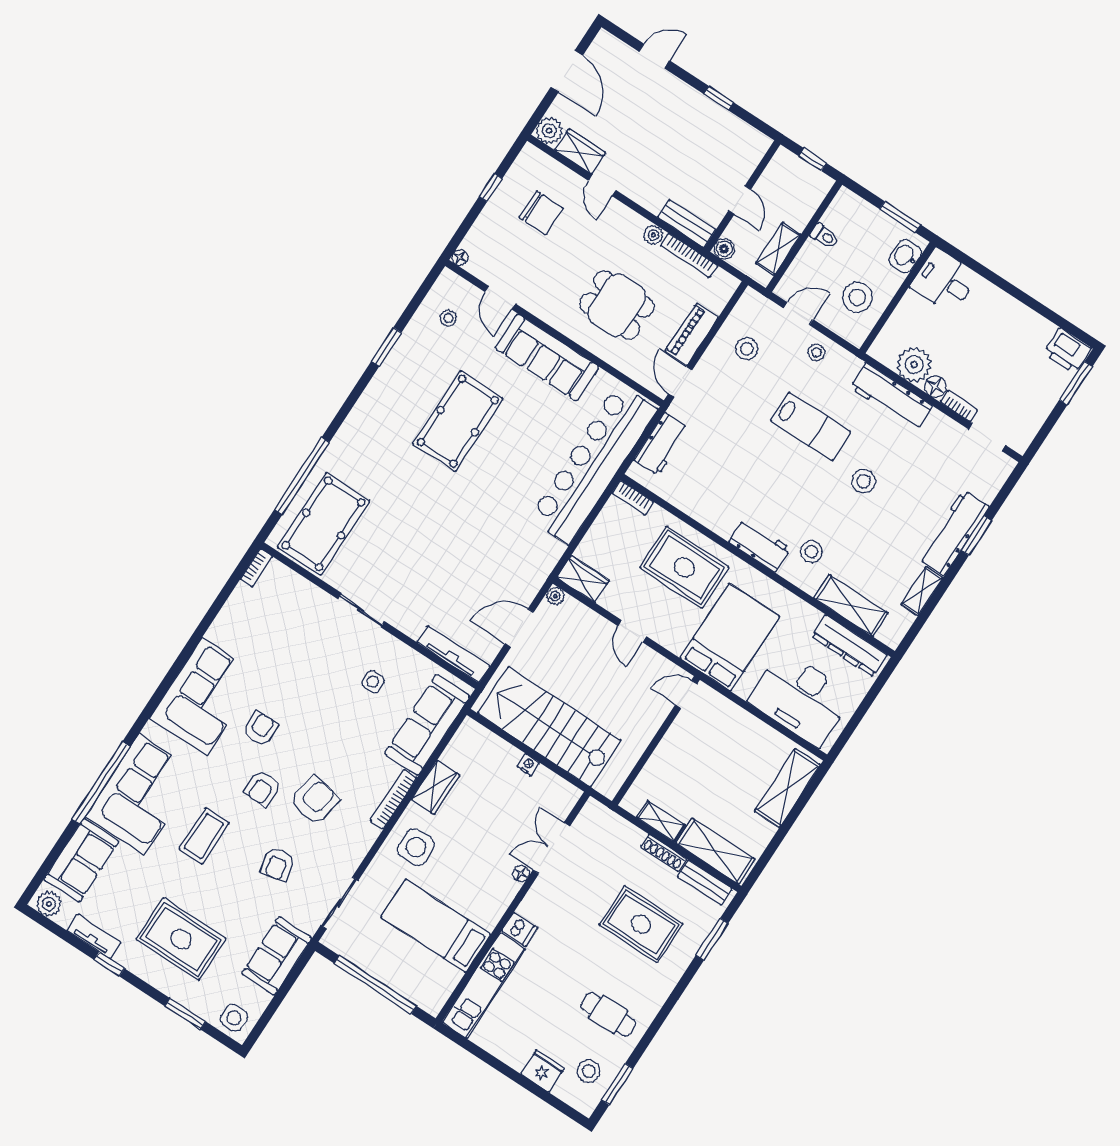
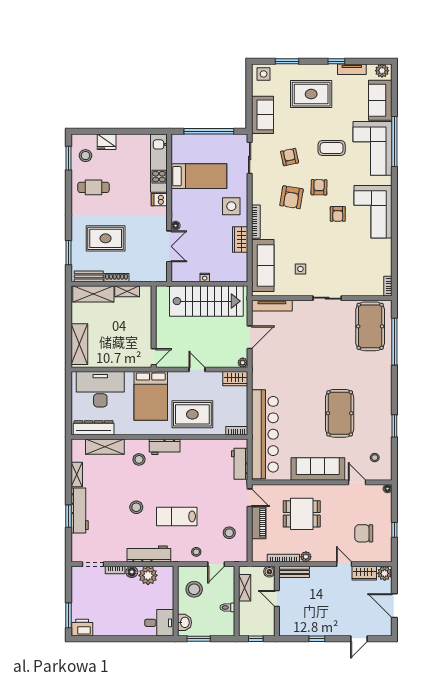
coffee table: (204, 836) -> (332, 148), turned 90

